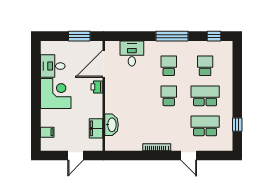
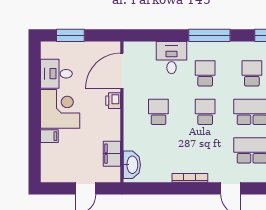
window: (79, 36) -> (70, 35), moved
desk: (132, 53) -> (171, 58), moved
school desk: (132, 96) -> (158, 112), added
washbasin: (112, 125) -> (132, 165), moved
filing cabinet: (47, 132) -> (49, 136), moved

